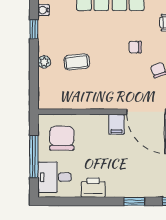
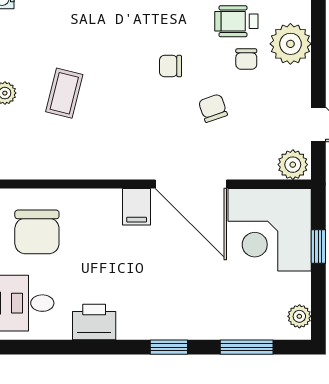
coffee table: (77, 62) -> (64, 93), turned -70
chair: (62, 138) -> (37, 232), turned 180

